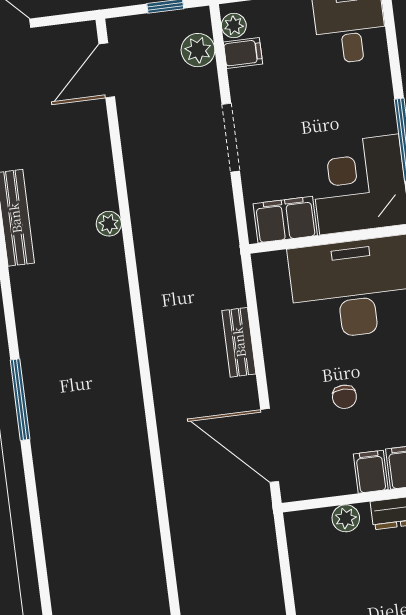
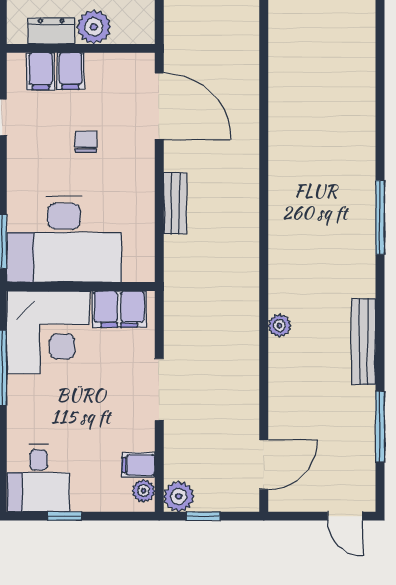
plant: (198, 50) -> (179, 496), moved
window: (20, 400) -> (380, 217), moved
plant: (346, 518) -> (94, 27), width x1.38, depth x1.38

